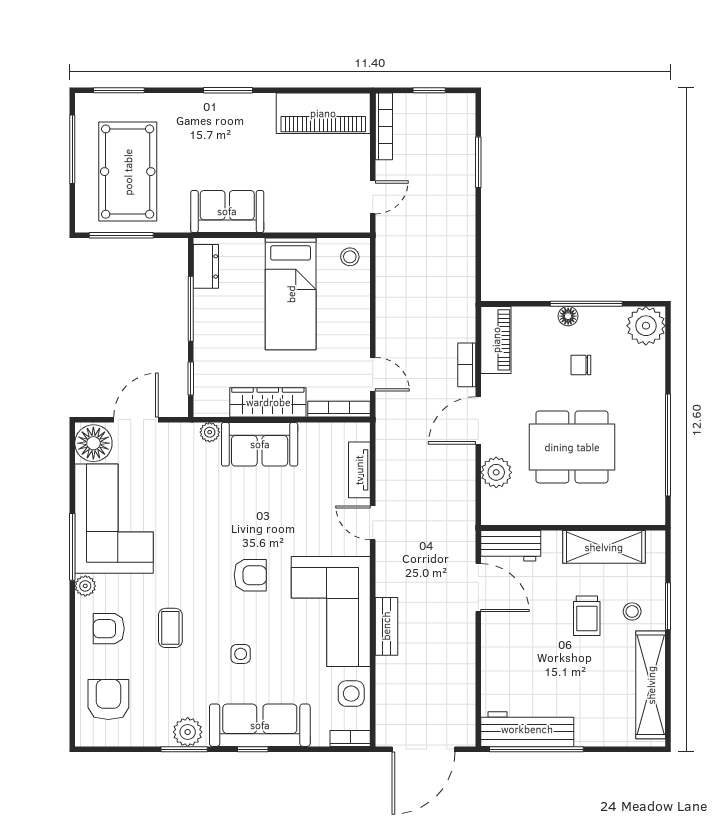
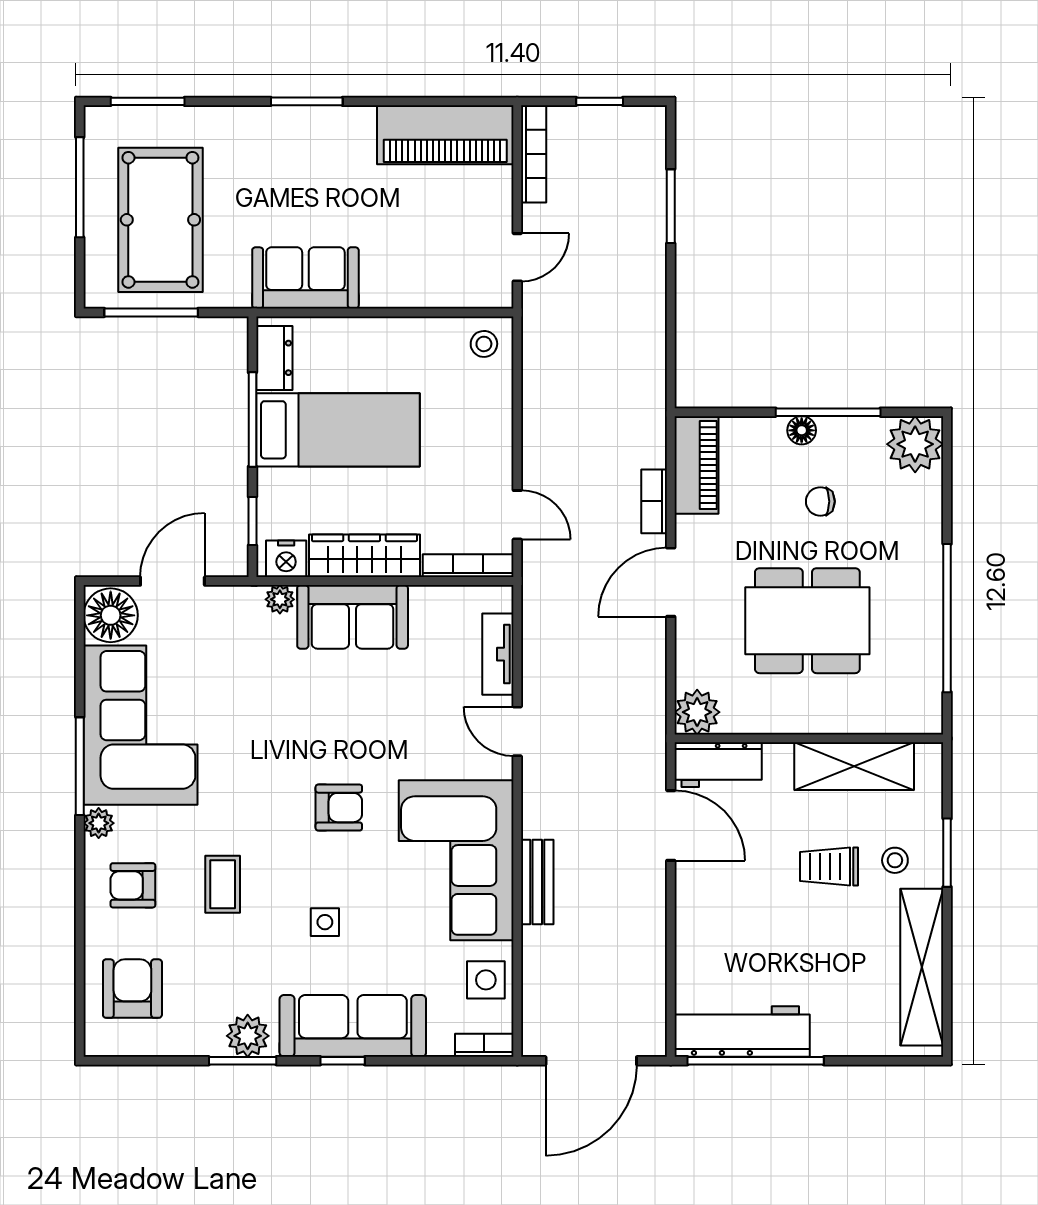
bed: (291, 294) -> (338, 430), moved, turned -90
nightstand: (214, 404) -> (286, 559), added
plant: (496, 472) -> (697, 712), moved
trolley: (587, 616) -> (829, 866), turned 90

